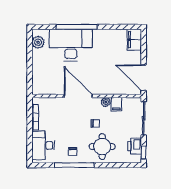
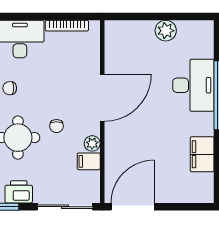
filing cabinet: (134, 40) -> (202, 154), moved, turned -90
plant: (38, 42) -> (166, 31), moved
desk: (71, 45) -> (193, 85), width x0.73, depth x0.77

